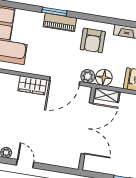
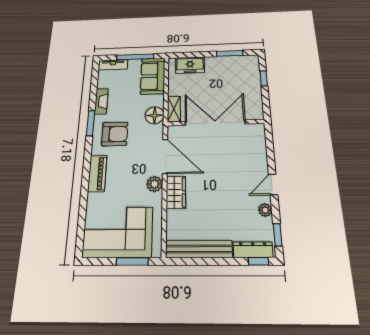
window: (54, 12) -> (91, 123), moved
plant: (88, 76) -> (155, 184), moved

